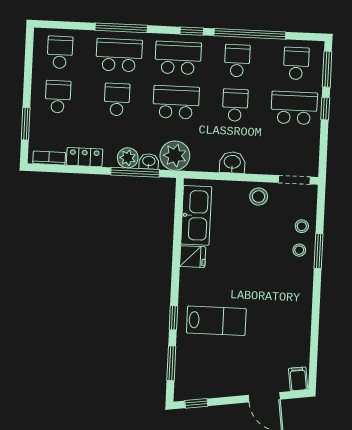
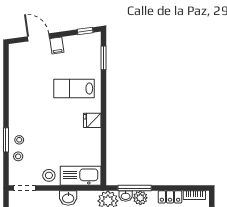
kitchen sink: (196, 215) -> (81, 176), moved, turned 90
fridge: (193, 257) -> (92, 120), moved
window: (173, 318) -> (104, 89), removed
filing cabinet: (298, 379) -> (57, 45), moved

